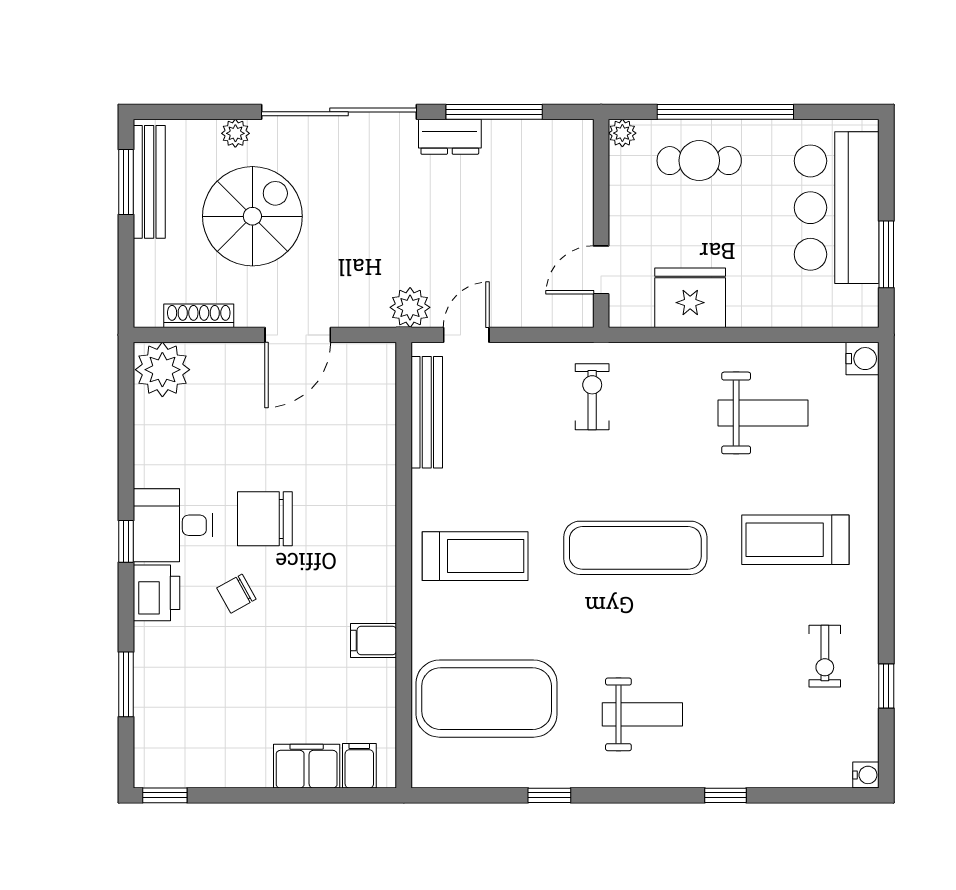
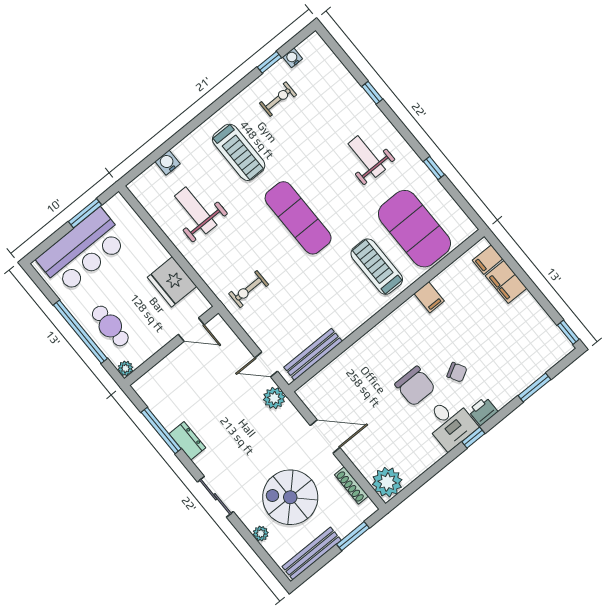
sliding door: (339, 112) -> (215, 497), width x0.54
window: (126, 182) -> (353, 536), moved
water cooler: (863, 359) -> (168, 163), moved
treadmill: (475, 556) -> (377, 267), moved
printer: (156, 593) -> (483, 411), width x0.73, depth x0.81
water cooler: (866, 775) -> (293, 58), moved

